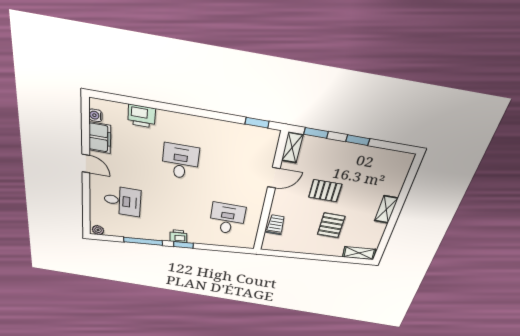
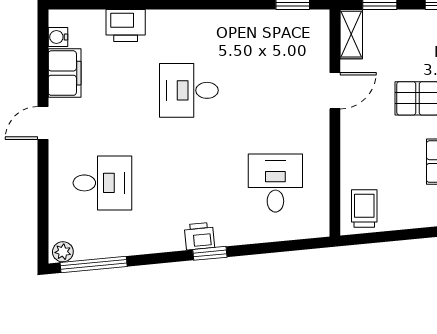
desk: (180, 161) -> (189, 90), turned -90
door: (86, 164) -> (43, 123), swing flipped
trolley: (276, 225) -> (364, 208), moved
window: (143, 241) -> (94, 264), moved

